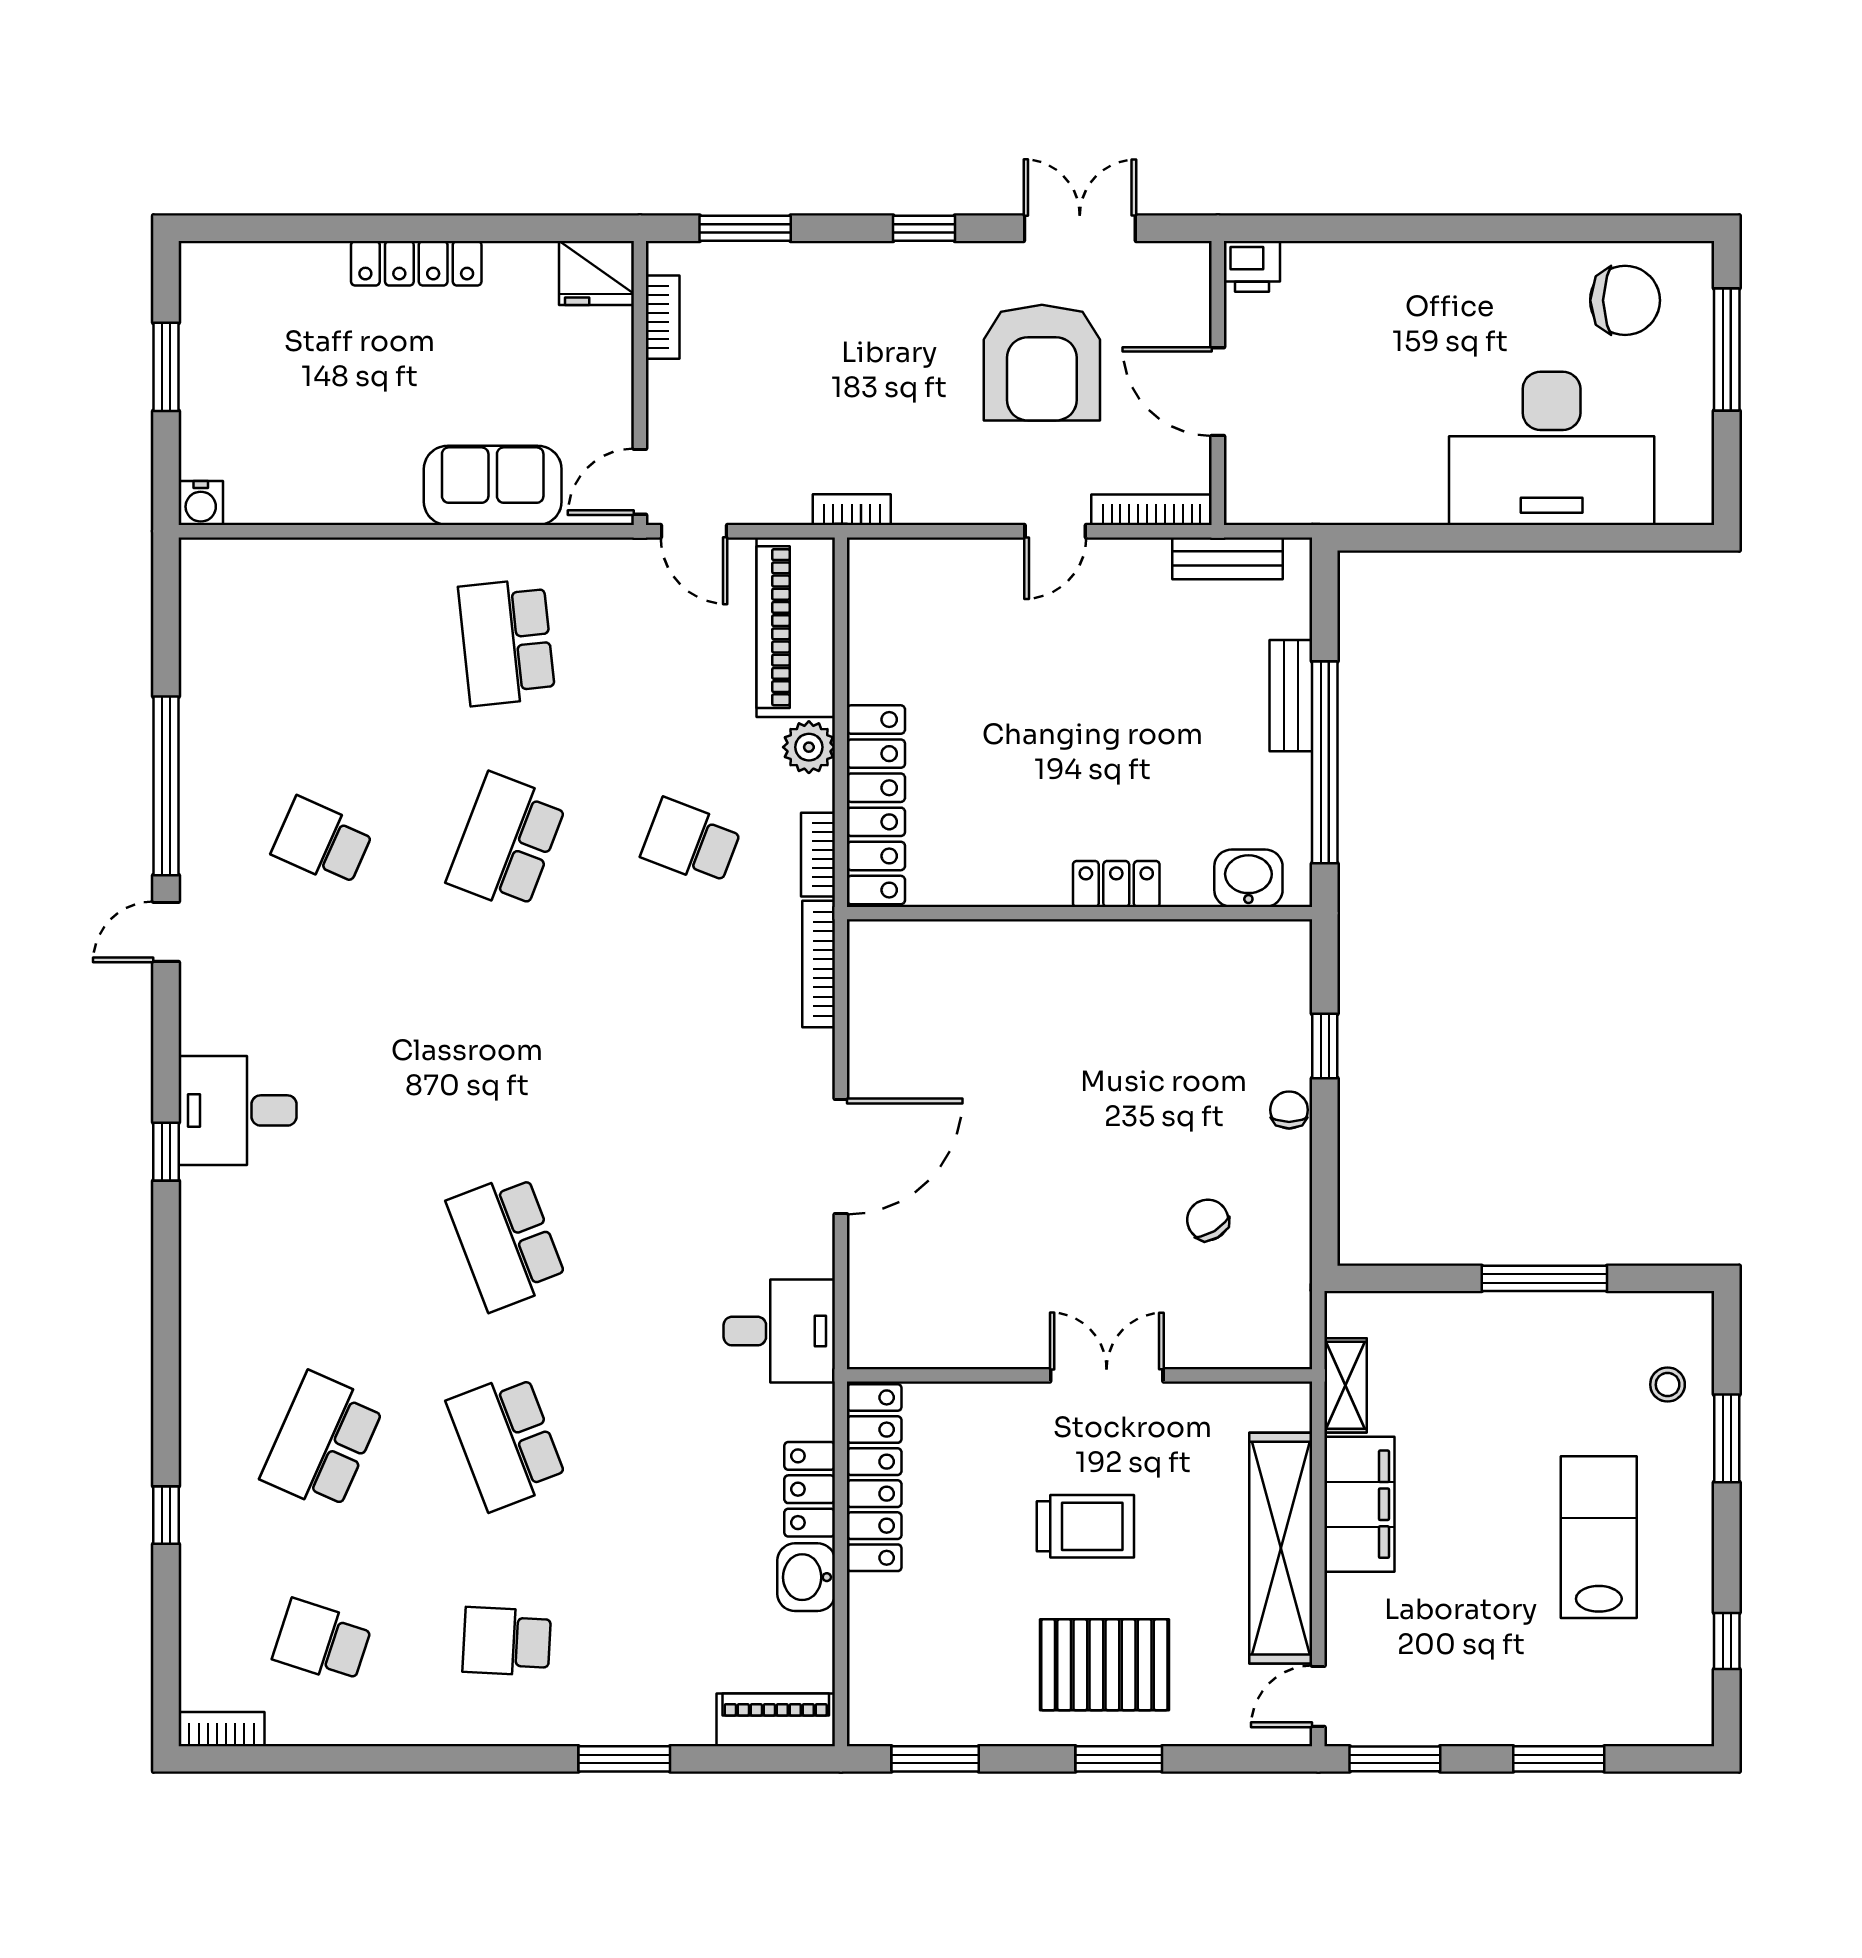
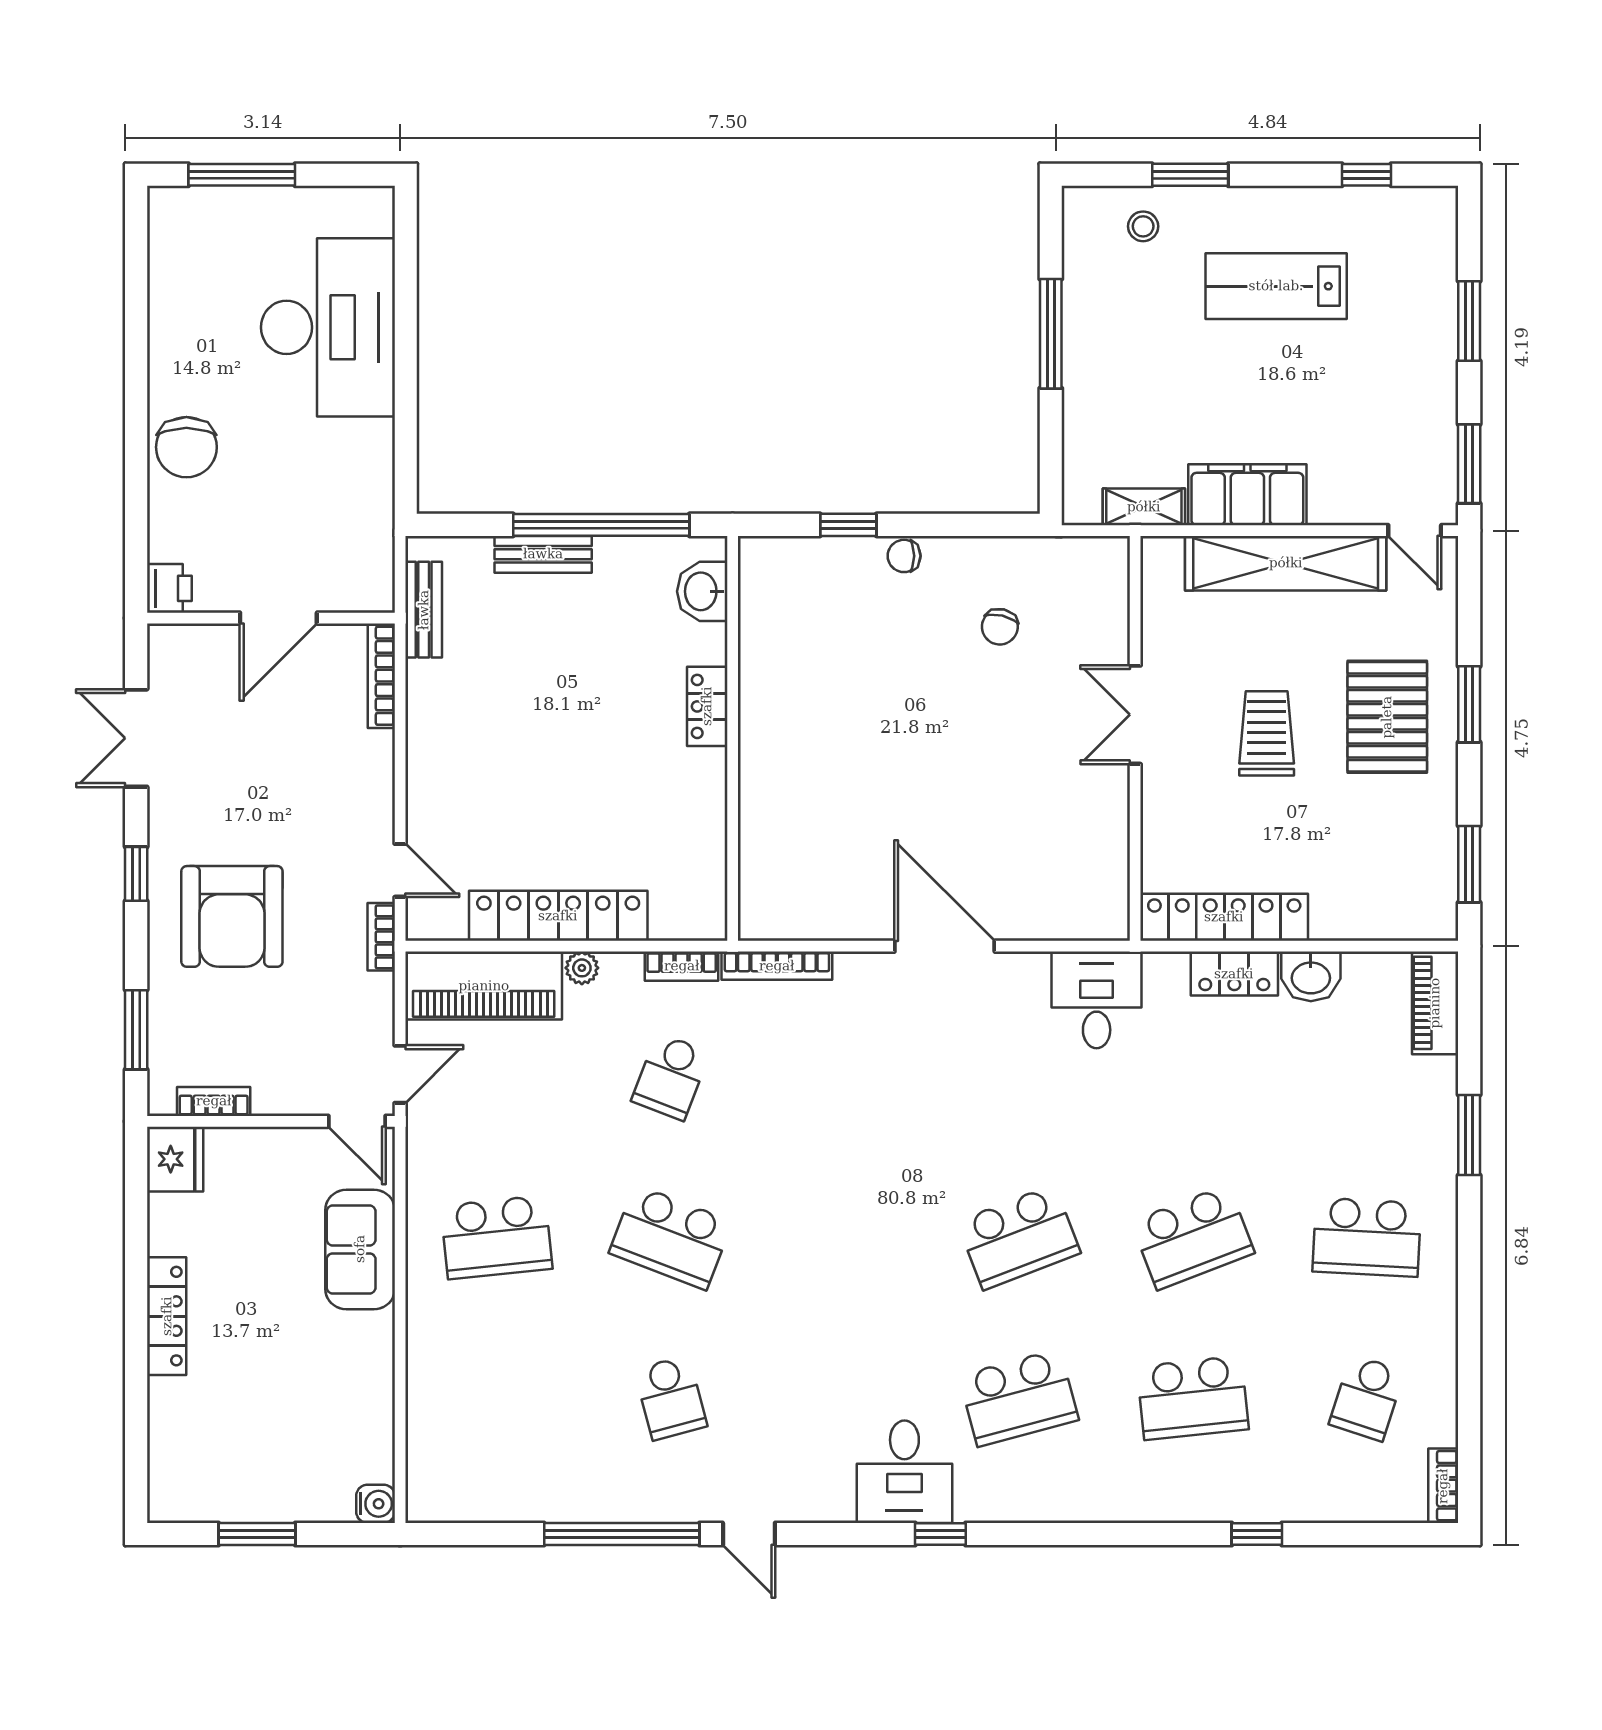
chair: (1625, 300) -> (186, 447), moved, turned 180
armchair: (1042, 363) -> (232, 916), moved, turned 90
door: (1055, 531) -> (400, 870), moved
plant: (809, 747) -> (582, 968), width x0.73, depth x0.73
locker: (876, 805) -> (558, 916), moved
school desk: (322, 842) -> (671, 1398), turned -39
chair: (1208, 1220) -> (1000, 627), turned -46
school desk: (322, 1242) -> (1019, 1398), added
school desk: (322, 1442) -> (1193, 1398), turned -30
school desk: (507, 1641) -> (1367, 1237), width x1.85

